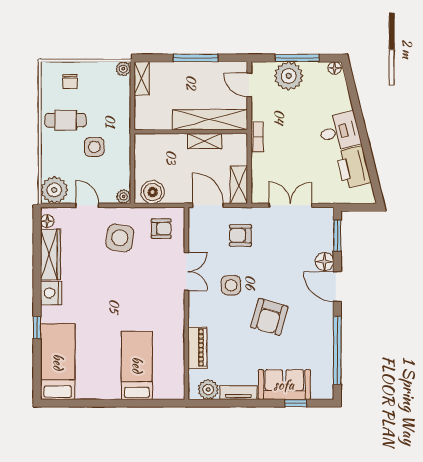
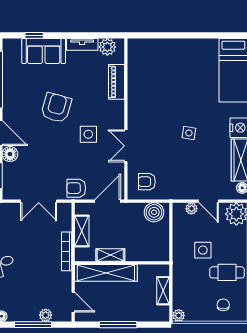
plant: (289, 76) -> (46, 315), width x0.53, depth x0.53
shelving: (142, 78) -> (163, 291), moved
bookcase: (257, 137) -> (67, 251), width x1.56
shelving: (239, 185) -> (82, 231), moved
plant: (124, 197) -> (191, 209), moved
door: (208, 205) -> (108, 201), swing flipped
armchair: (240, 235) -> (76, 188), moved, turned 180
side table: (120, 238) -> (189, 133), moved, width x0.54, depth x0.54
bed: (137, 365) -> (167, 67), removed

